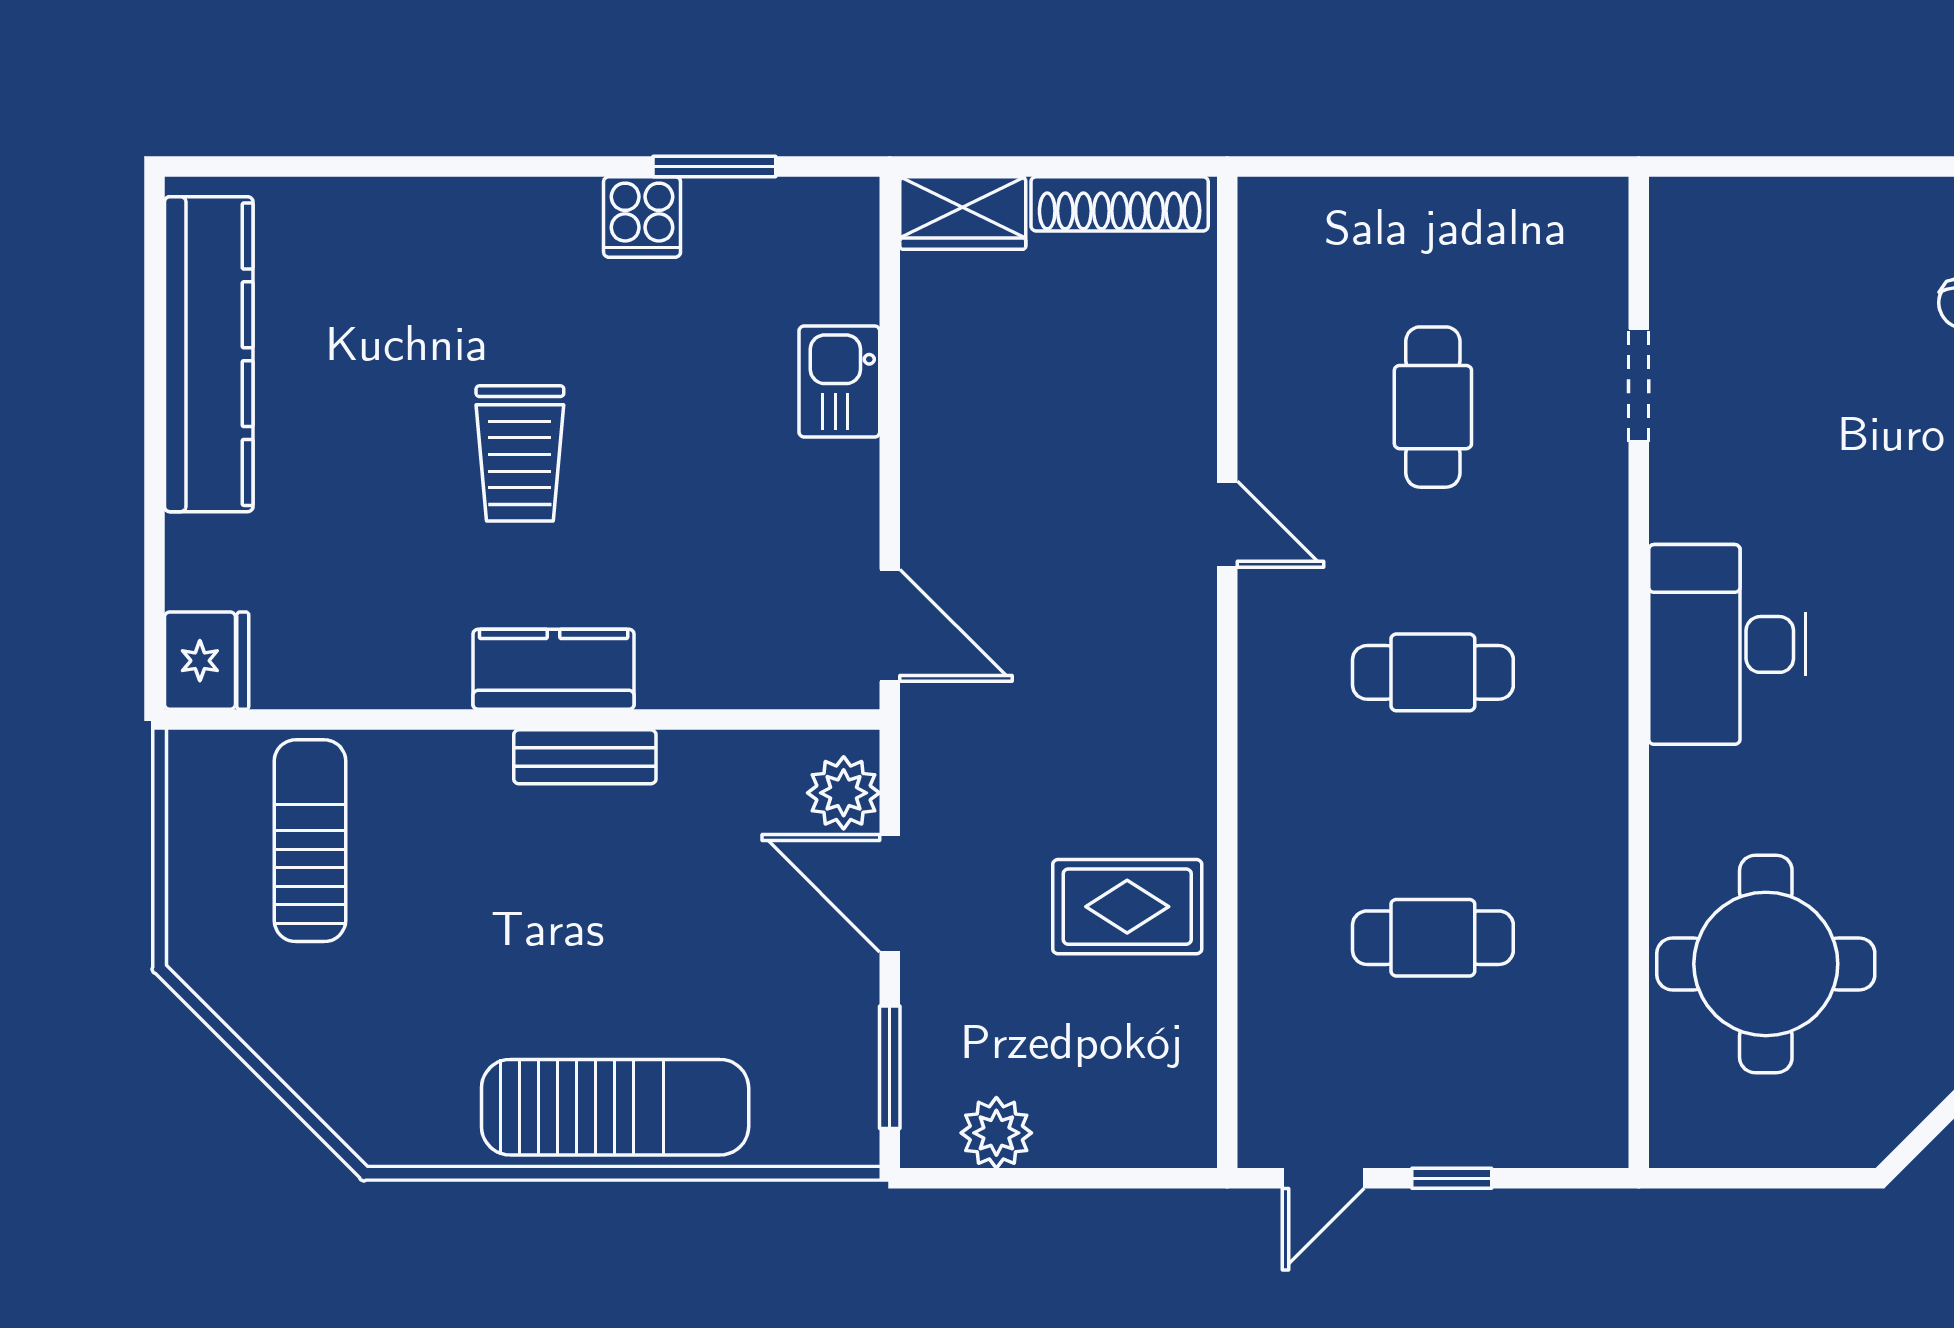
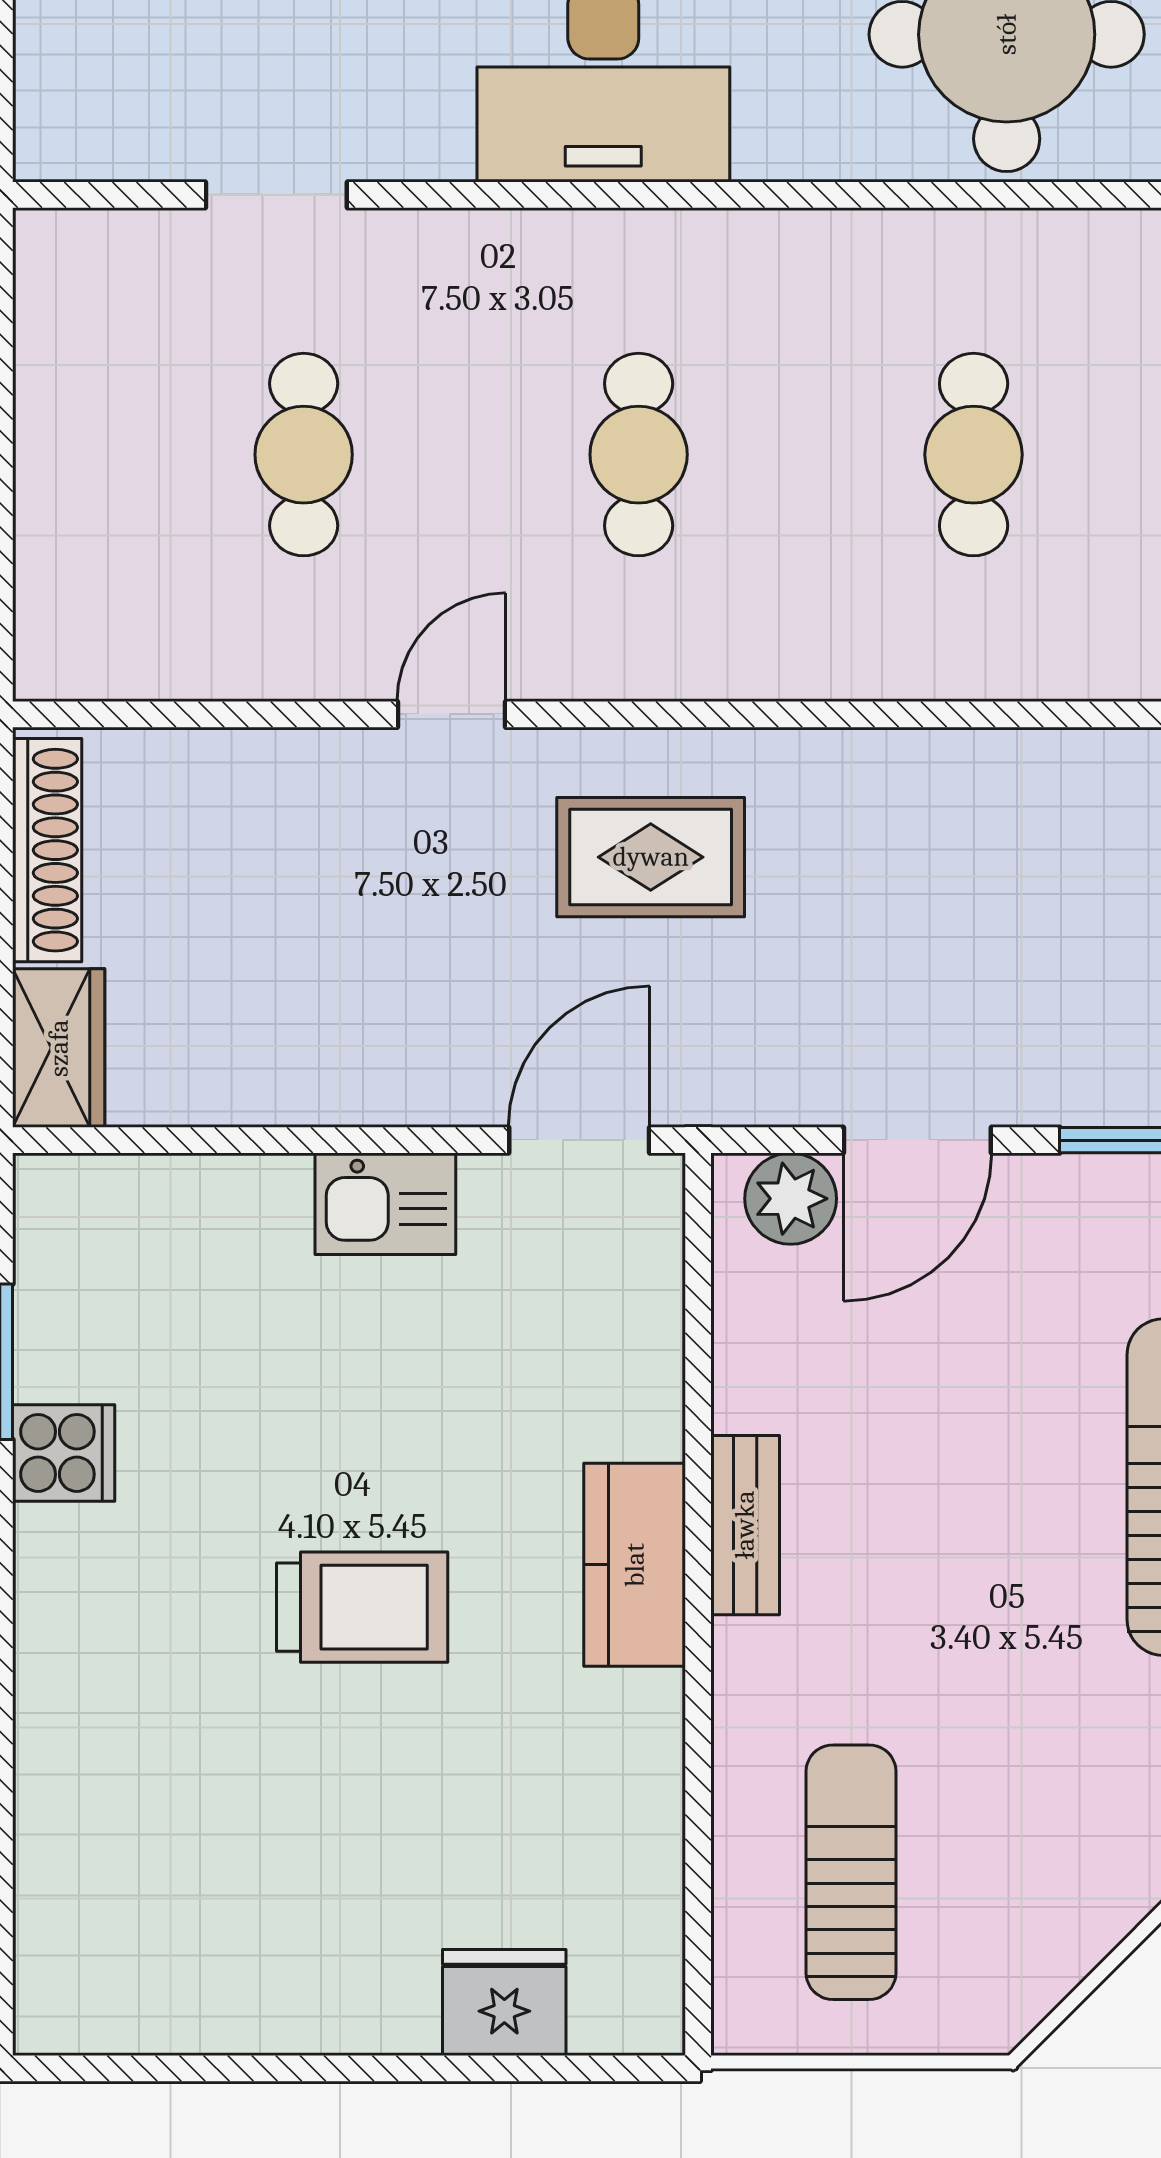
kitchen counter: (209, 354) -> (237, 2000), removed
kitchen sink: (839, 382) -> (385, 1204), moved
cafe table: (1433, 407) -> (304, 455), turned 90
fridge: (207, 661) -> (504, 2003), moved
sun lounger: (310, 841) -> (851, 1872), turned 90
rug: (1127, 907) -> (651, 857), moved, turned 90

